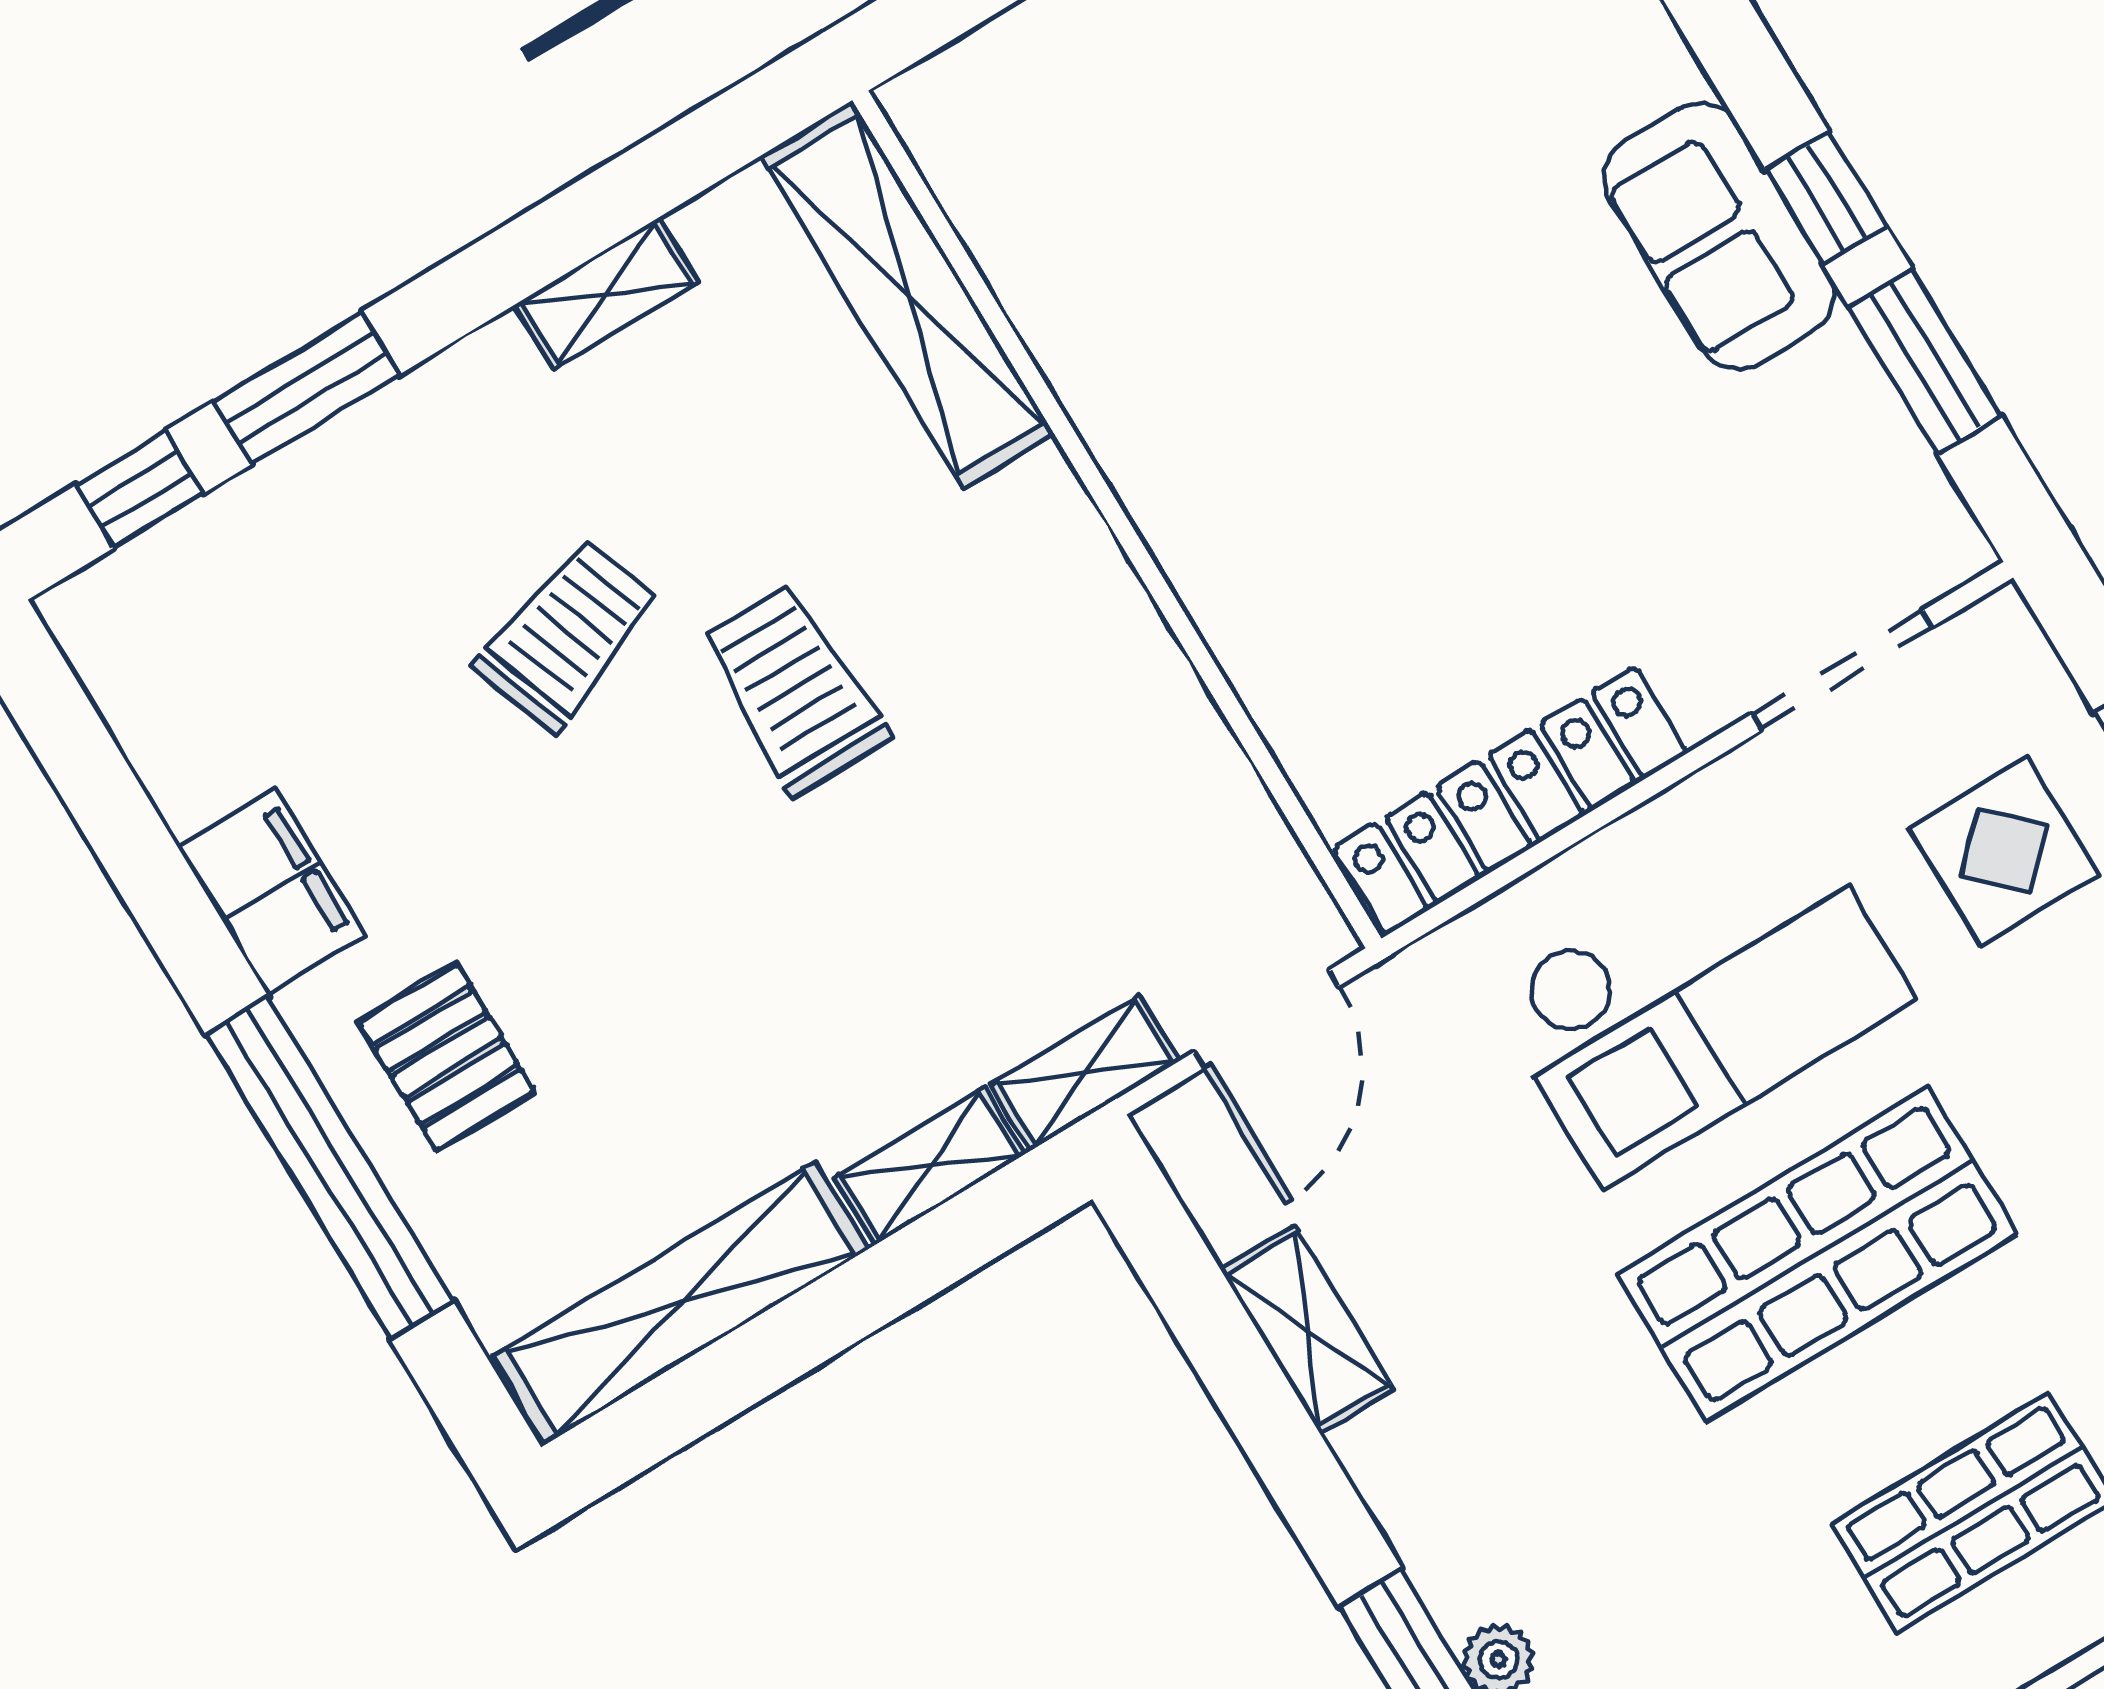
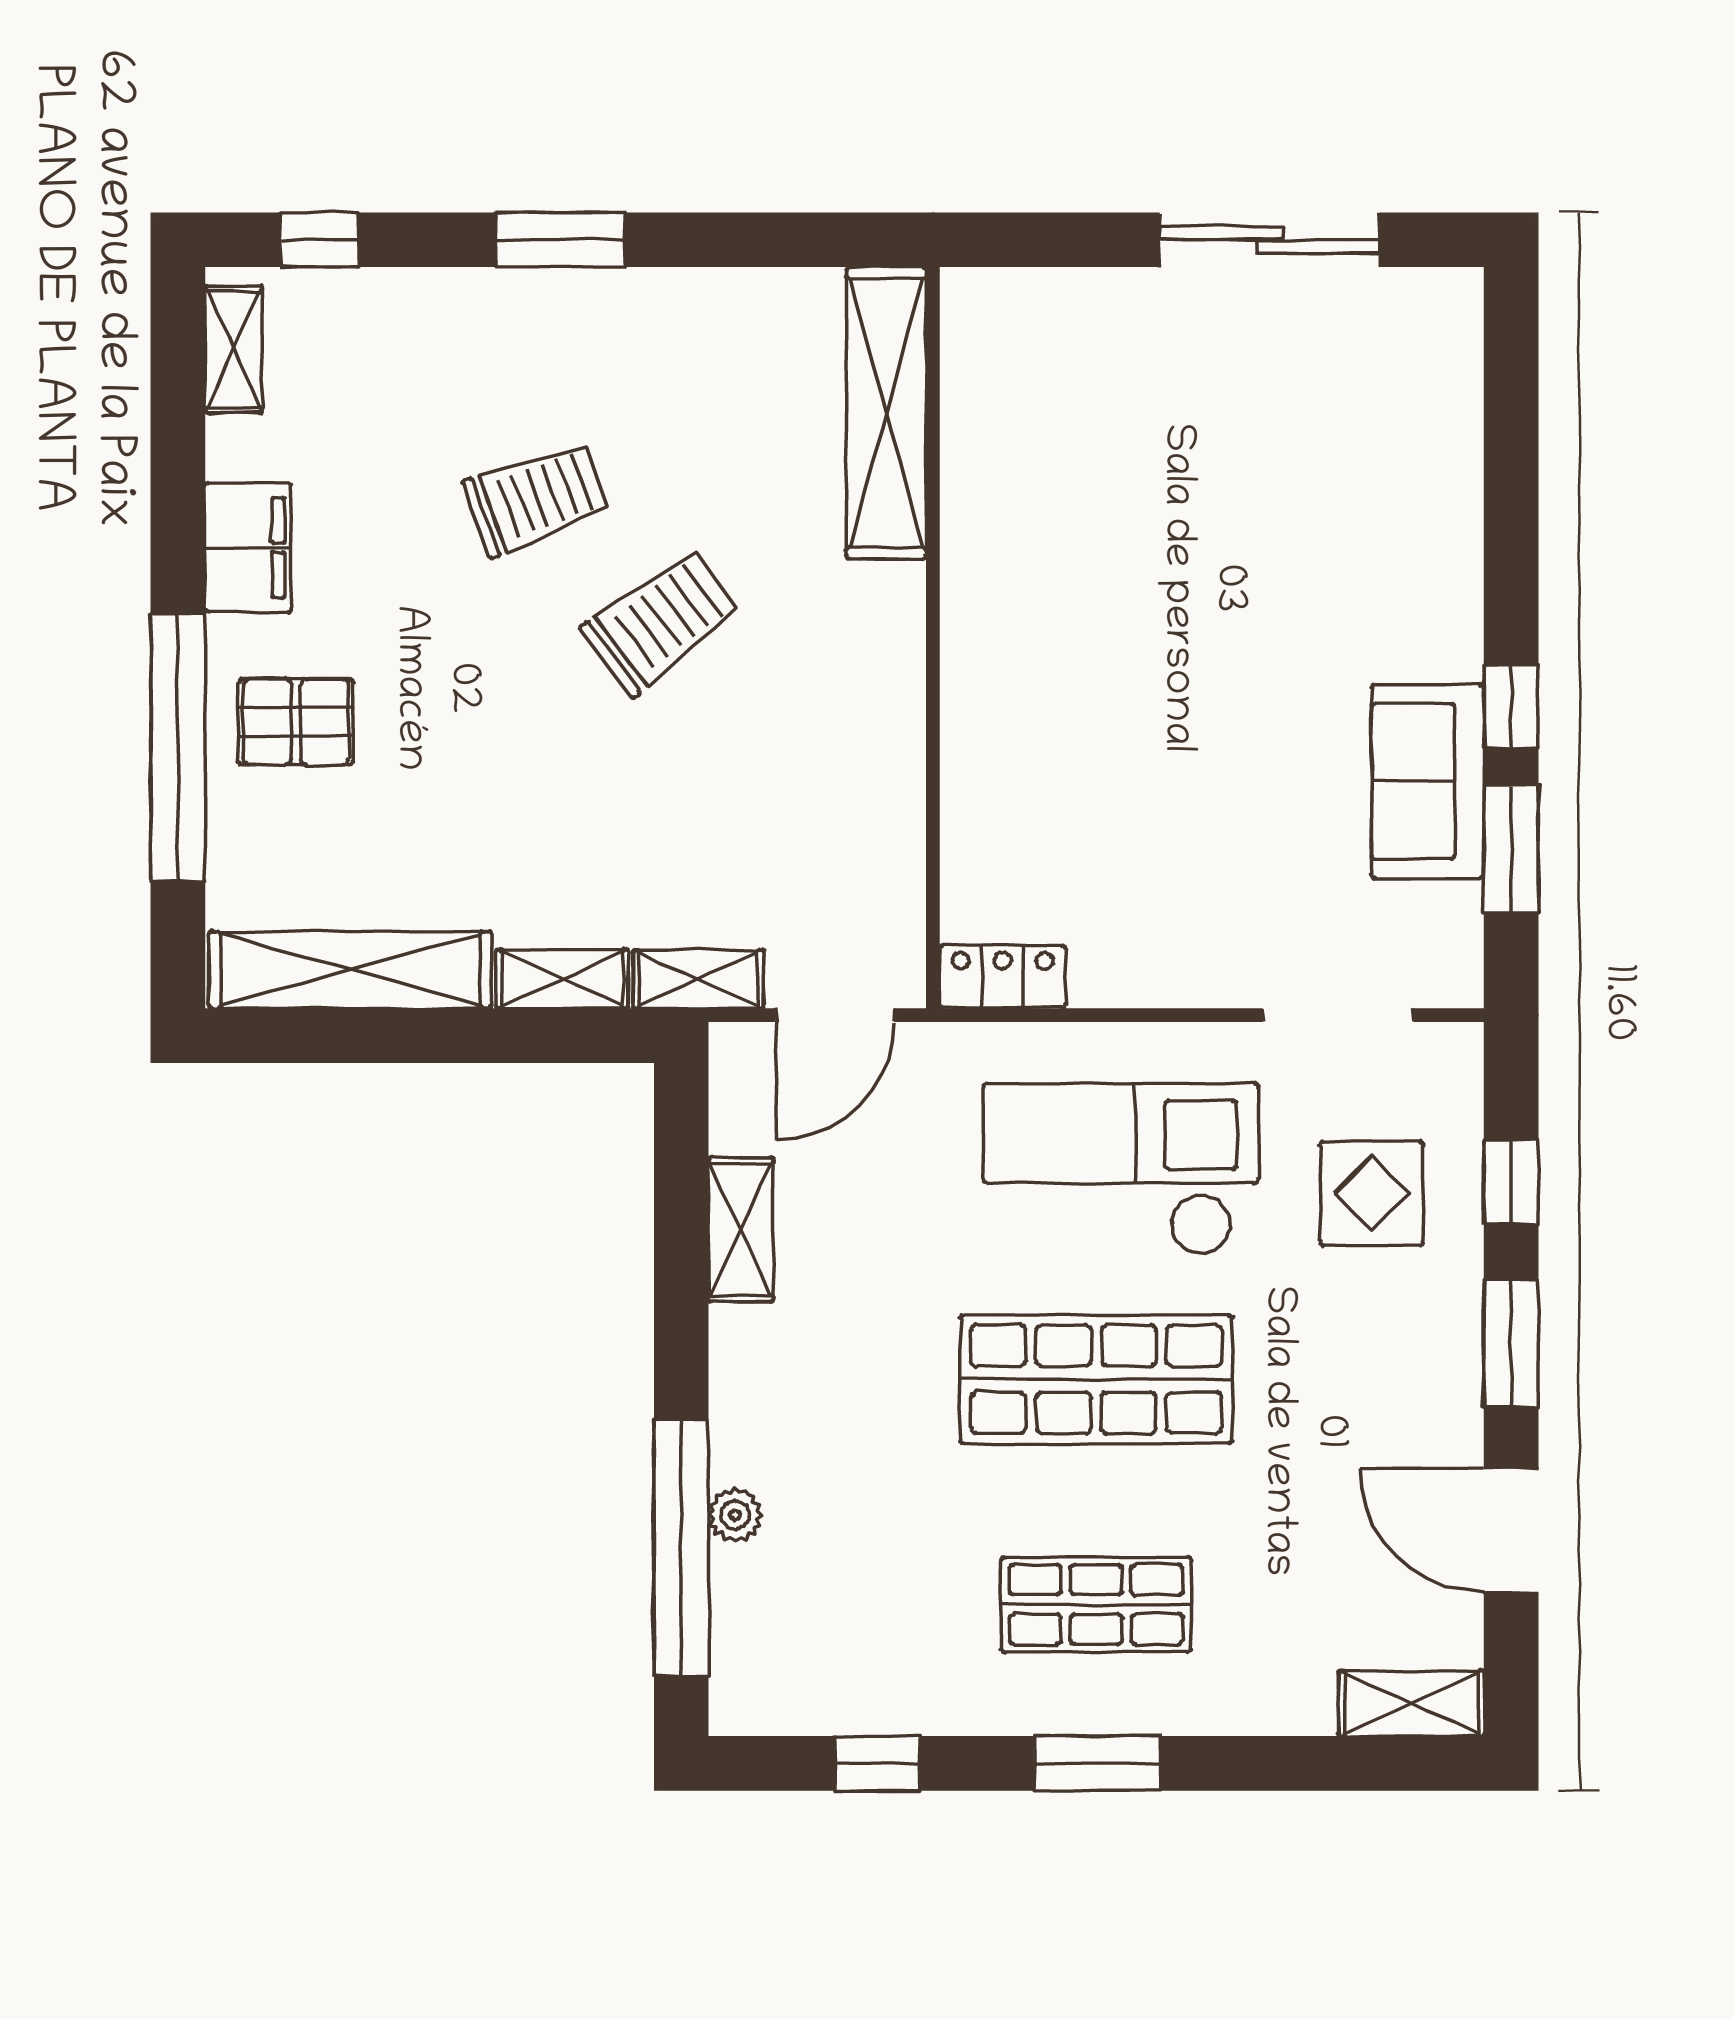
sofa: (1719, 236) -> (1428, 781), moved
shelving: (606, 294) -> (234, 349), moved, turned 90
window: (307, 388) -> (560, 240), moved
trolley: (795, 689) -> (661, 622), turned 53
locker: (1510, 801) -> (1003, 977), width x0.46, depth x0.83
checkout: (1700, 997) -> (1121, 1169), turned 180
pallet: (447, 1057) -> (296, 722), turned 90

